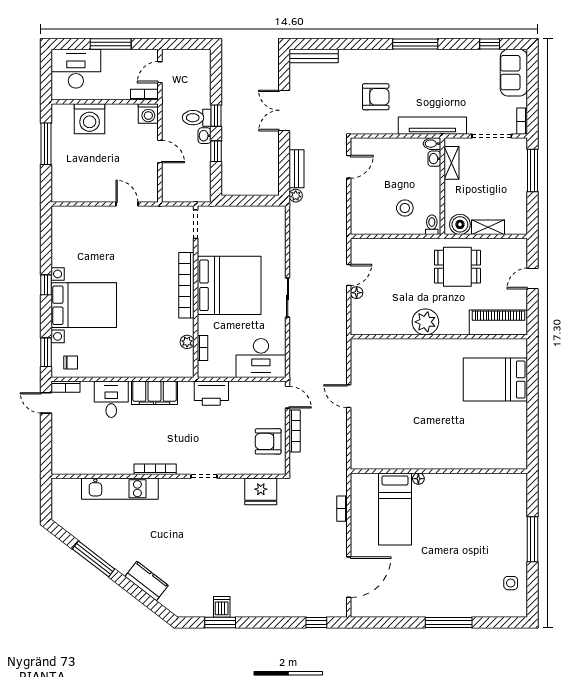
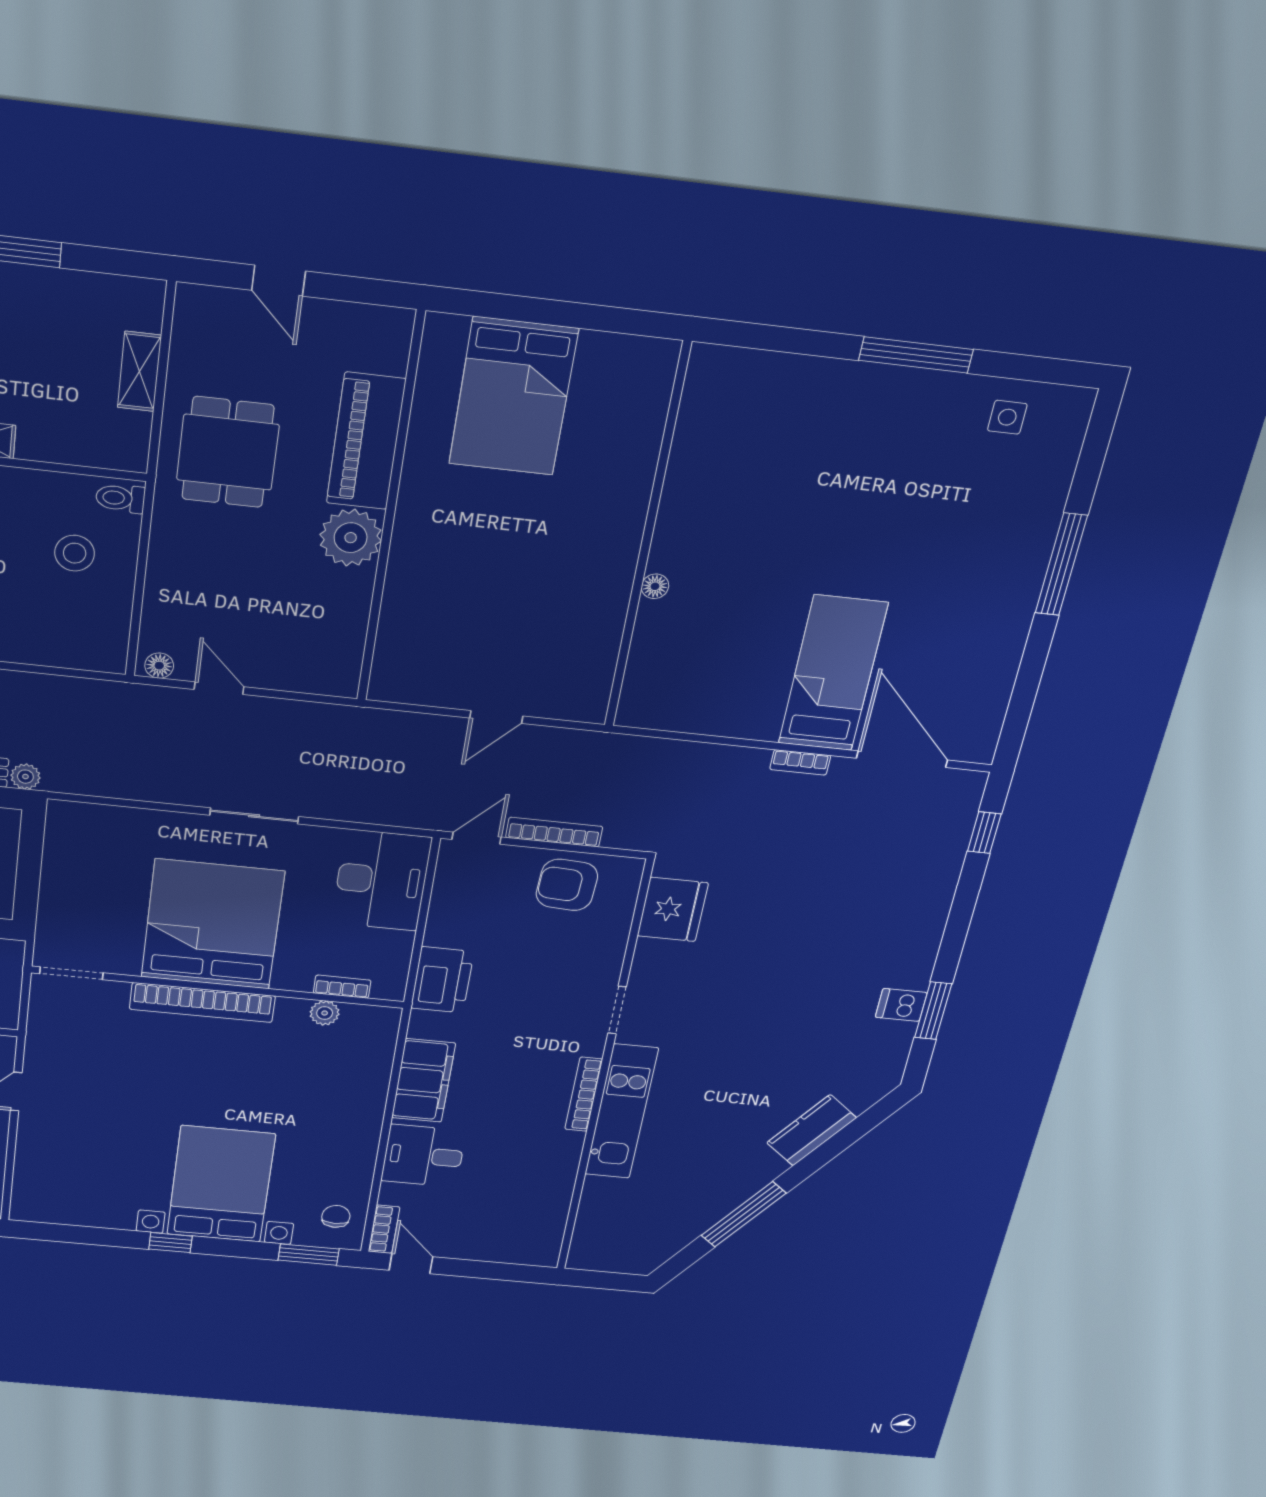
boiler: (460, 224) -> (126, 435), removed
floor lamp: (357, 293) -> (159, 666), moved
piano: (498, 322) -> (366, 441), moved
door: (46, 403) -> (411, 1264), swing flipped
armchair: (268, 441) -> (567, 885), turned 93
wall: (439, 471) -> (647, 540), moved
floor lamp: (418, 479) -> (655, 586), moved
kitchen unit: (120, 489) -> (621, 1112), moved
bookcase: (342, 509) -> (800, 762), moved
bed: (395, 509) -> (833, 674), moved, turned -90

